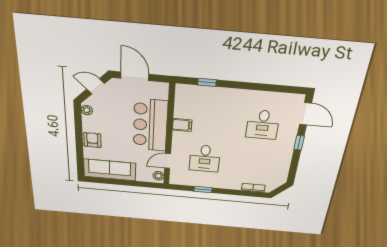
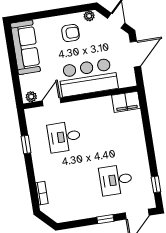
window: (207, 82) -> (156, 184), moved
filing cabinet: (182, 125) -> (126, 102), moved, width x2.00
armchair: (92, 140) -> (70, 33), moved
door: (168, 161) -> (52, 102), hinge flipped

